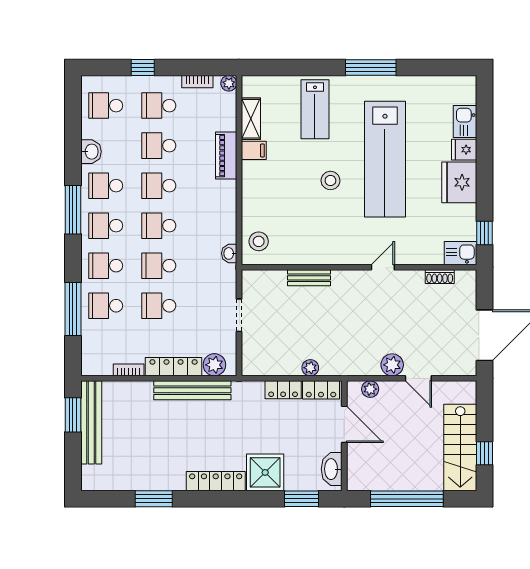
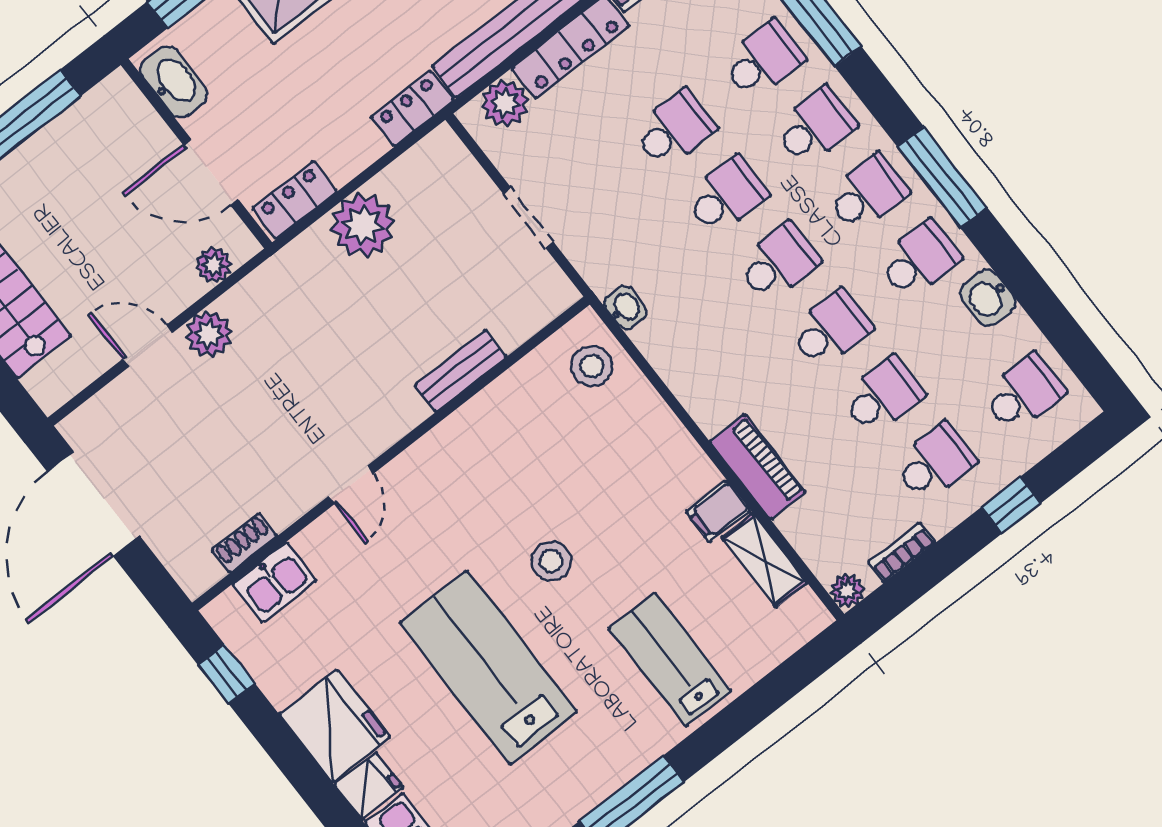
lab bench: (385, 159) -> (488, 667), width x0.73
kitchen sink: (460, 253) -> (275, 582), moved
plant: (310, 368) -> (363, 225), width x1.88, depth x1.88
locker: (283, 390) -> (412, 108), moved

